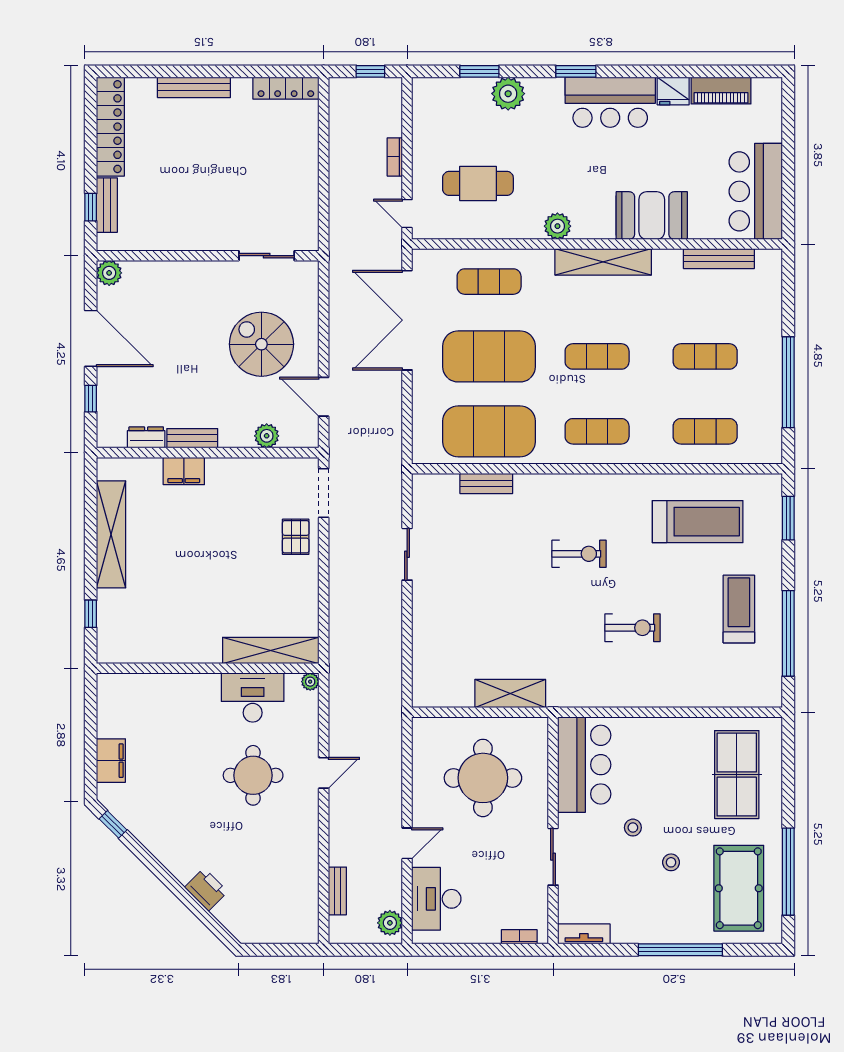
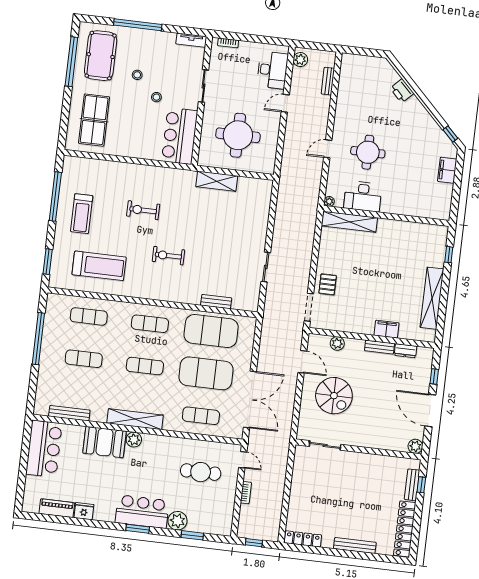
bar counter: (610, 102) -> (142, 512), moved
plant: (557, 226) -> (134, 440), moved
treadmill: (698, 522) -> (99, 266), turned 180

